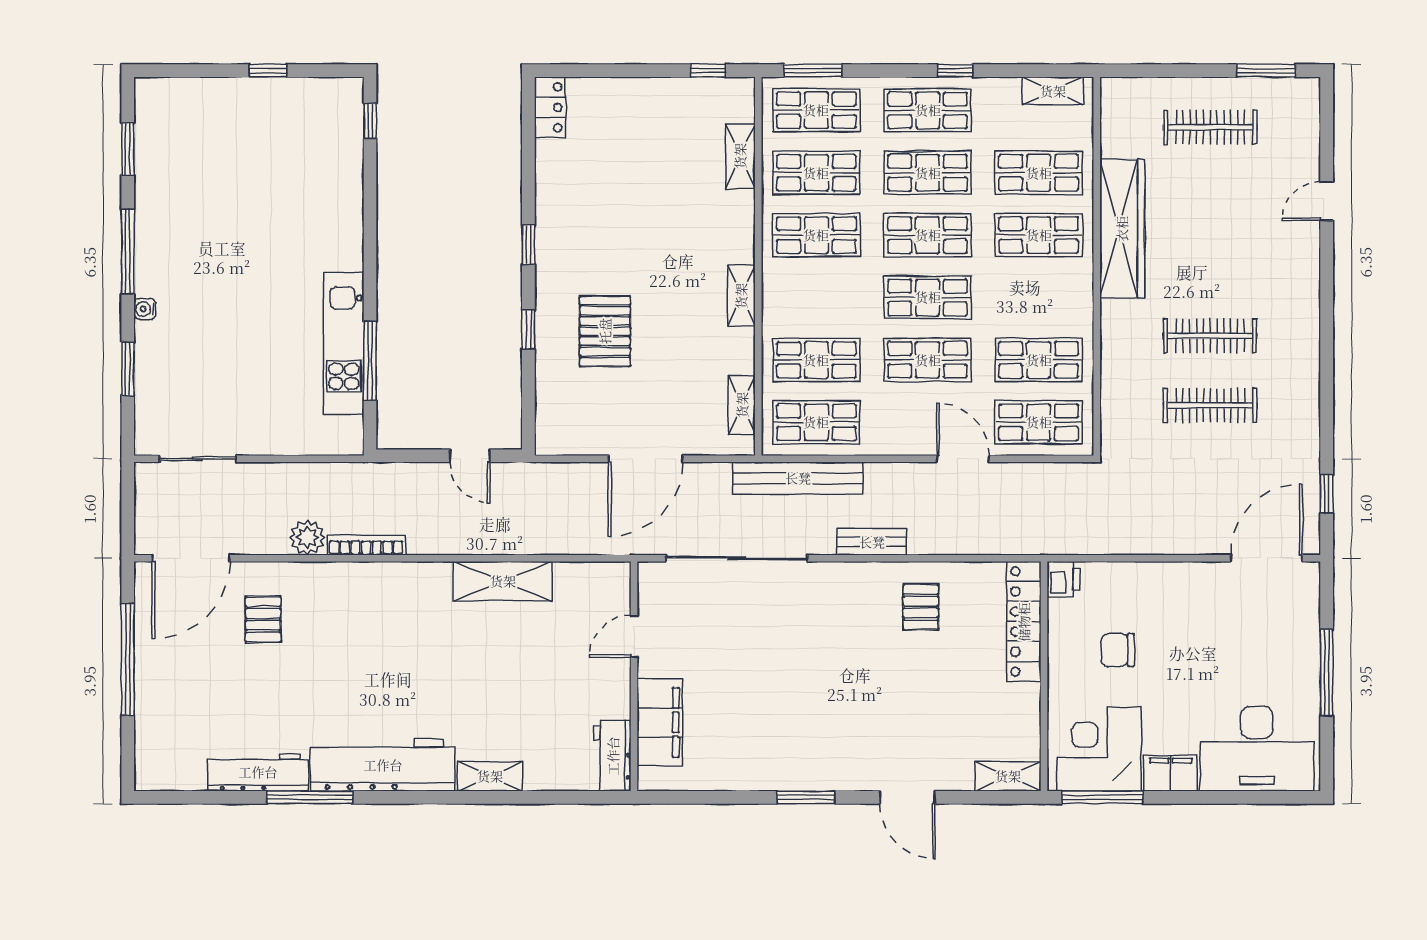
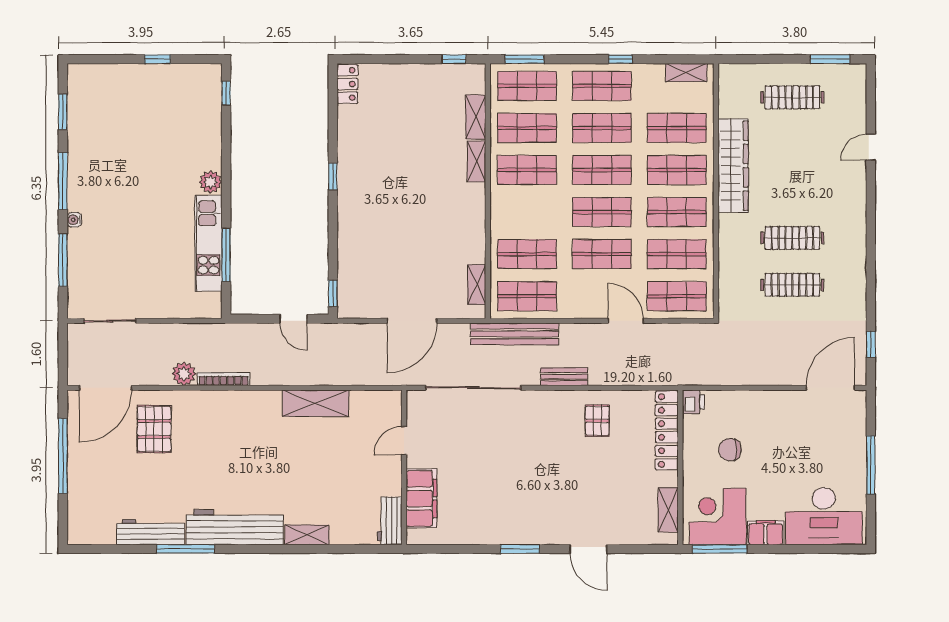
plant: (347, 253) -> (211, 182), added
shelving: (741, 296) -> (476, 161), moved
shop shelf: (1039, 297) -> (677, 212), added
window: (528, 329) -> (333, 293), moved
pallet: (605, 331) -> (384, 235), removed
window: (128, 369) -> (63, 260), width x1.44
pallet: (263, 619) -> (154, 429), width x1.50, depth x1.42
shelving: (1008, 776) -> (668, 510), moved, turned 90

